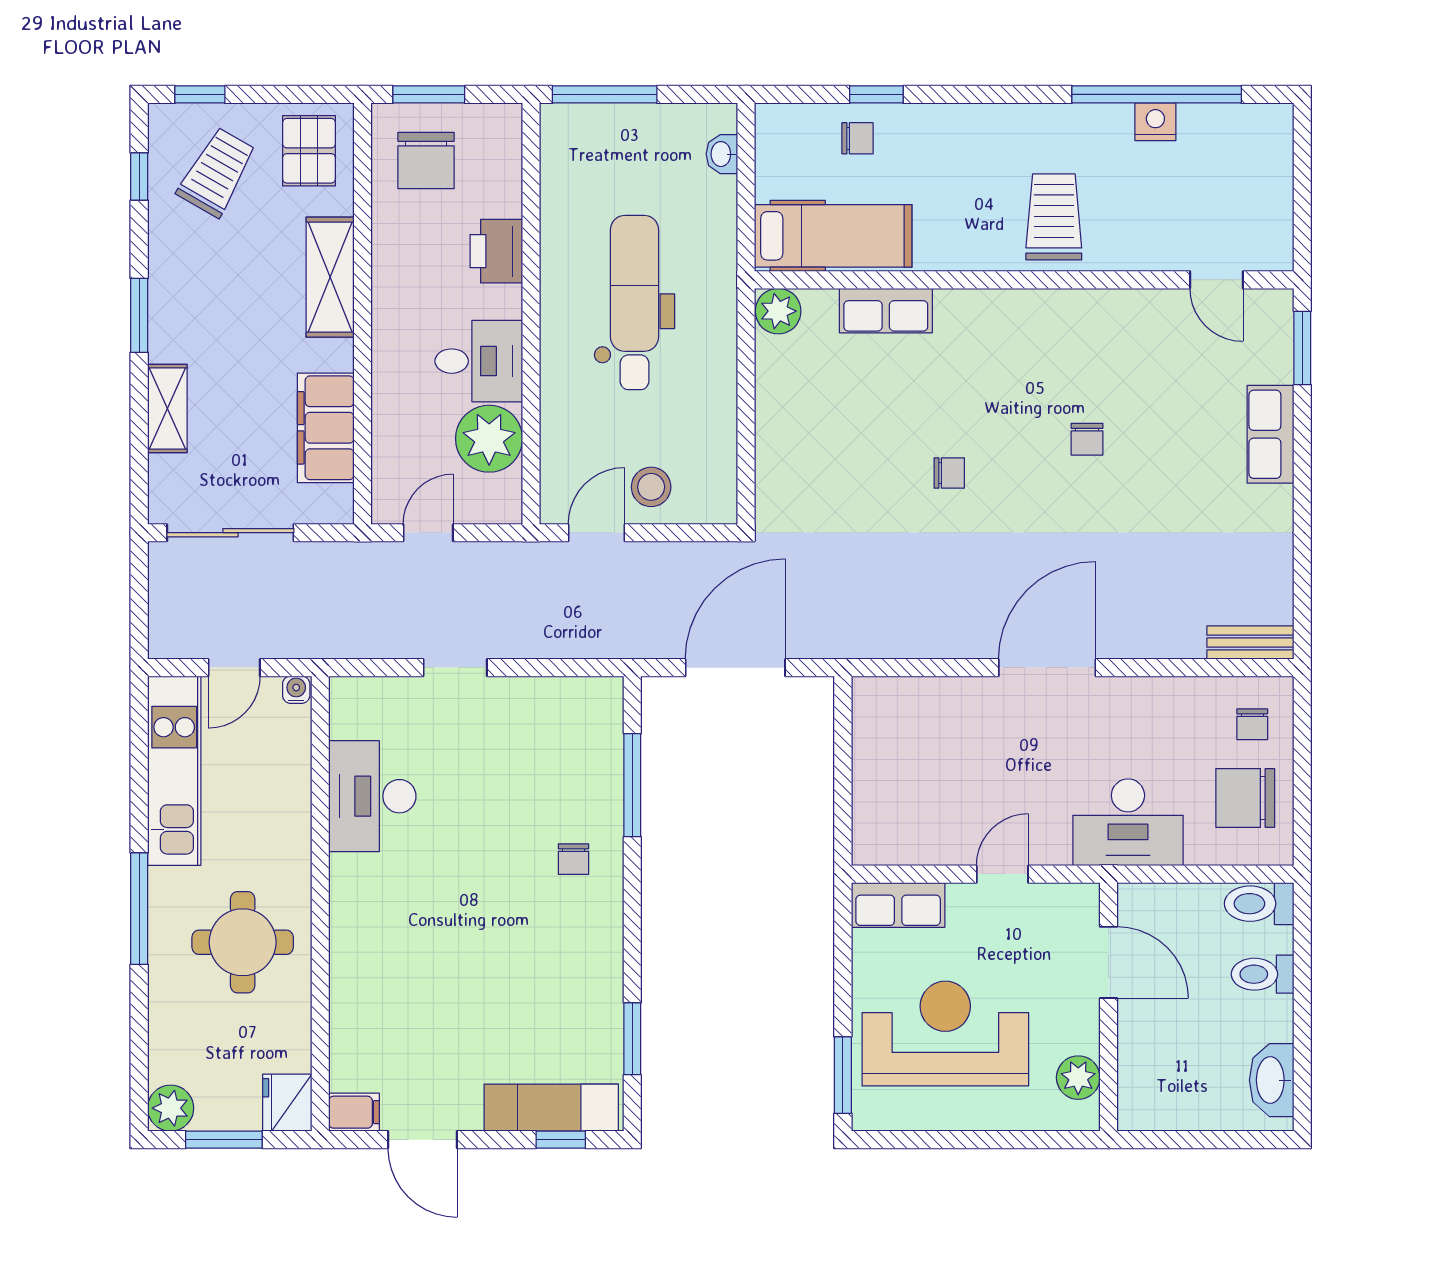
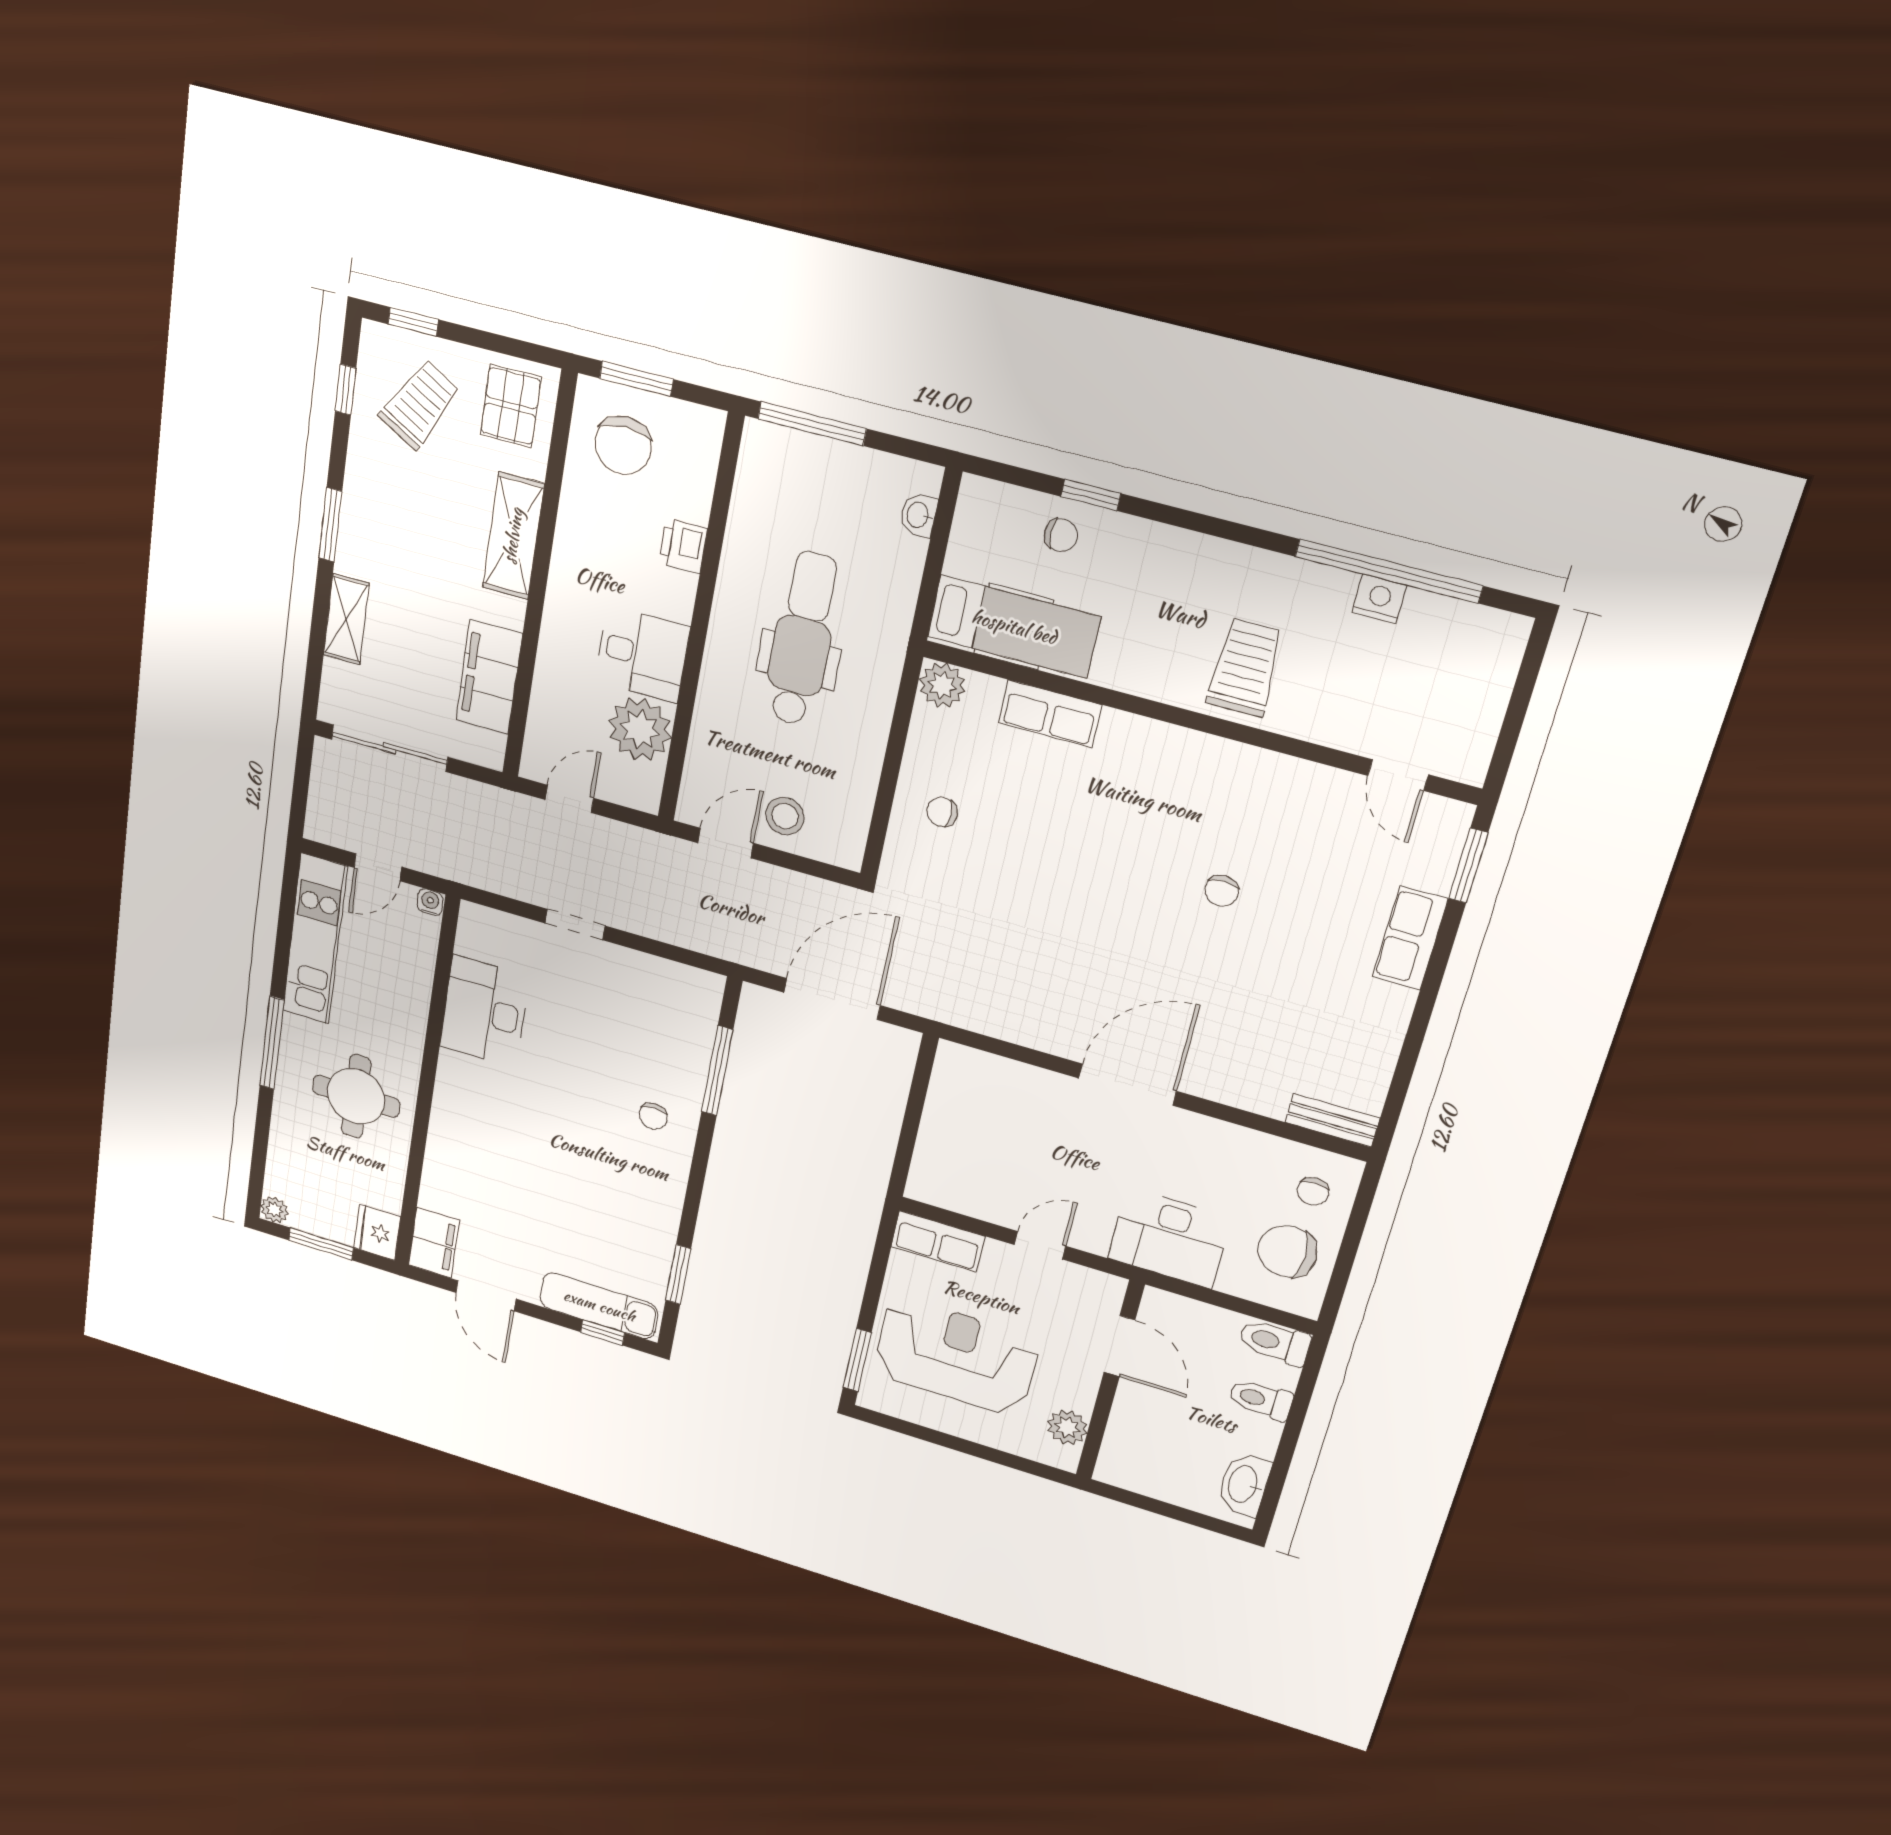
printer: (496, 251) -> (683, 546), width x0.73, depth x0.81
chair: (949, 473) -> (942, 812), moved, turned 180
plant: (171, 1108) -> (274, 1210), width x0.73, depth x0.73
filing cabinet: (354, 1112) -> (434, 1243), width x2.00

